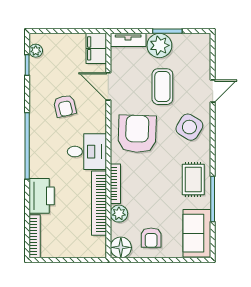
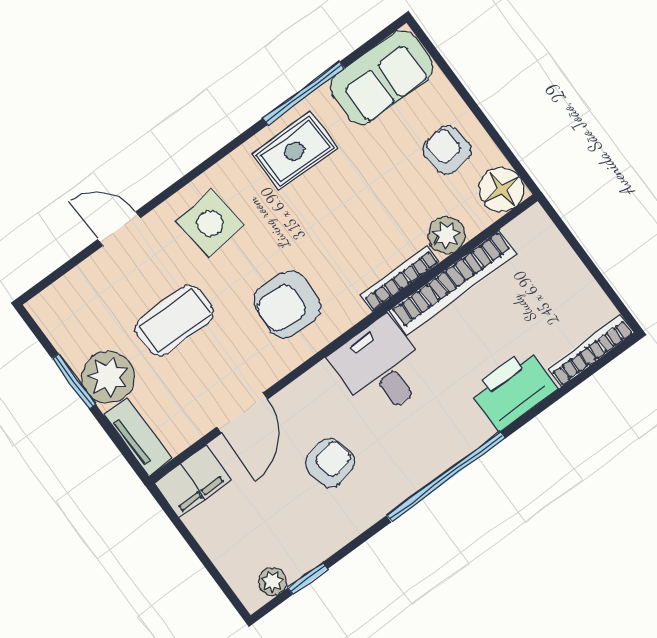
side table: (189, 127) -> (210, 223), turned -37
armchair: (137, 134) -> (287, 304), width x0.73, depth x0.73
armchair: (151, 238) -> (447, 150), turned -97

